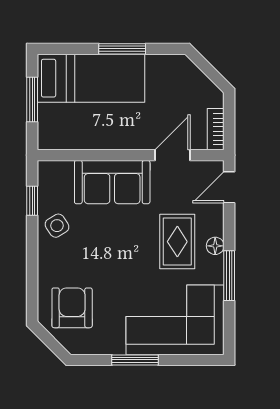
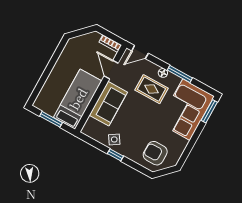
window: (122, 49) -> (51, 66), removed
bed: (91, 78) -> (78, 99), moved
door: (229, 187) -> (140, 52), hinge flipped
window: (32, 201) -> (115, 155), moved
window: (135, 360) -> (209, 111), moved

